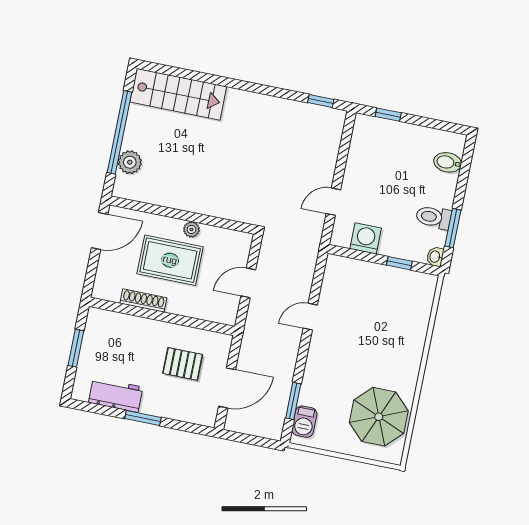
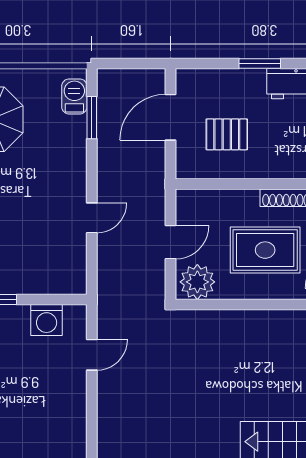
plant: (191, 229) -> (197, 282), moved, width x1.88, depth x1.88

